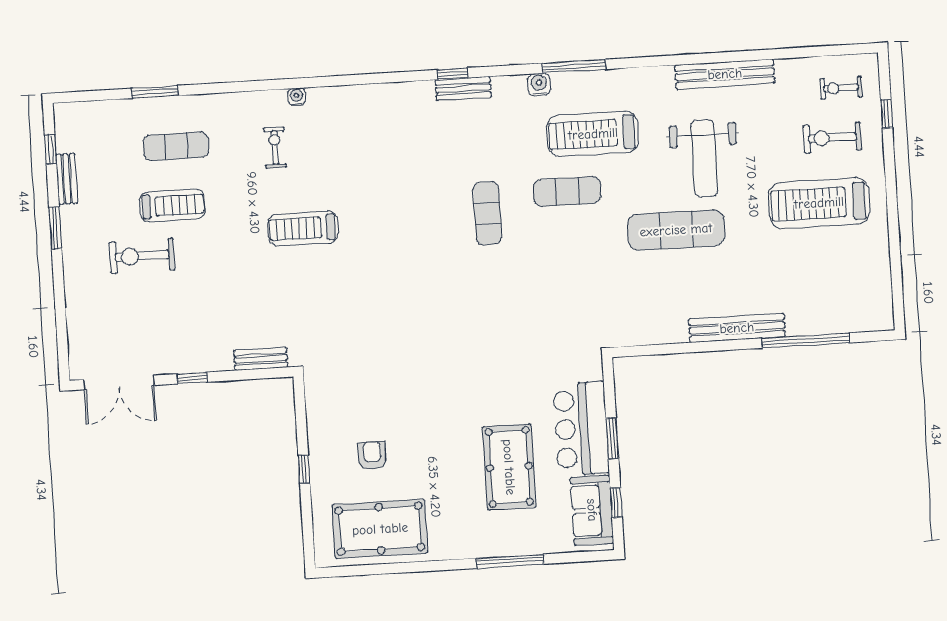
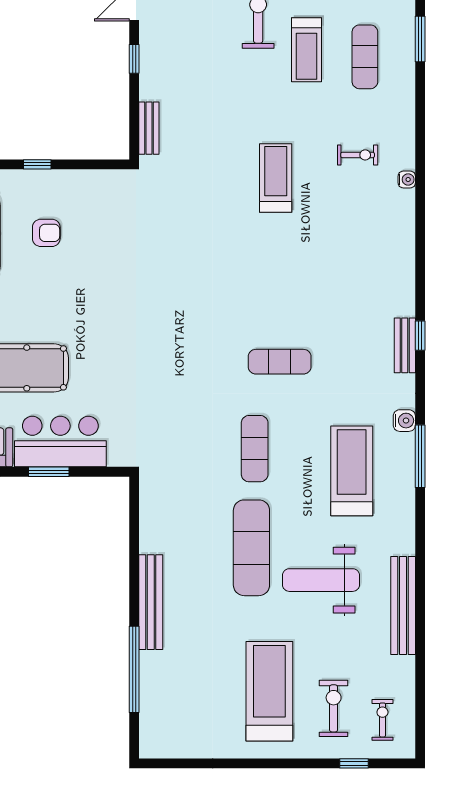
exercise mat: (567, 192) -> (255, 449), moved

